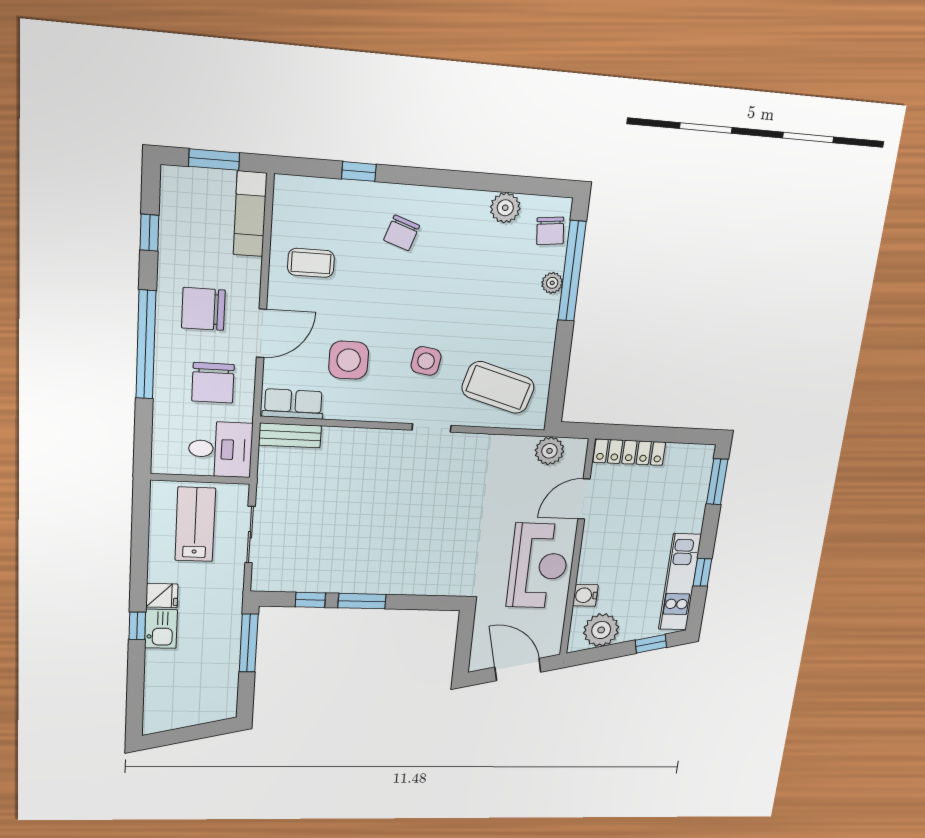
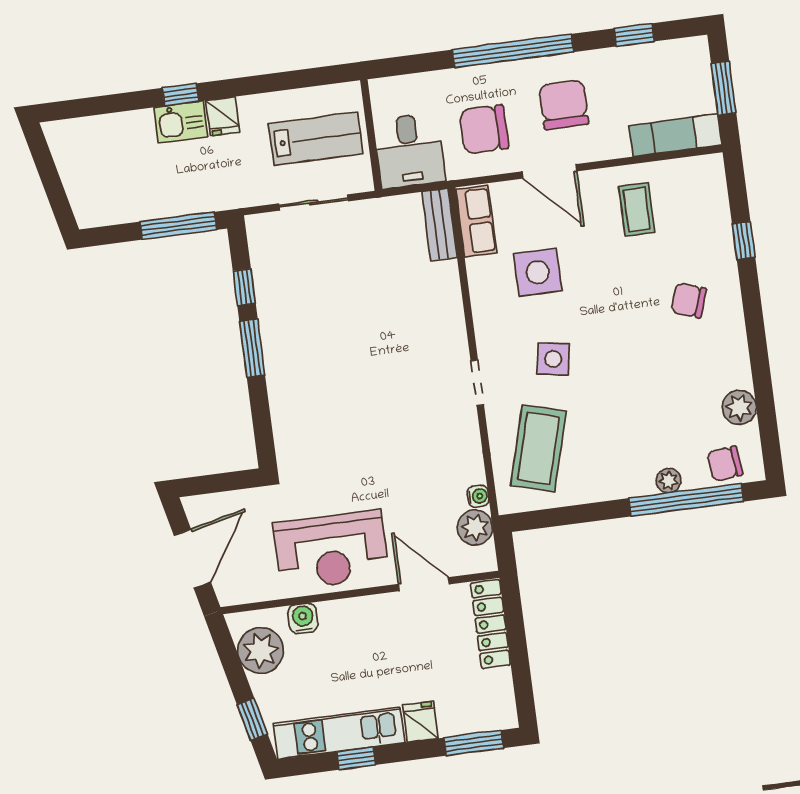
water cooler: (525, 444) -> (478, 496), added
fridge: (689, 520) -> (420, 722), added

